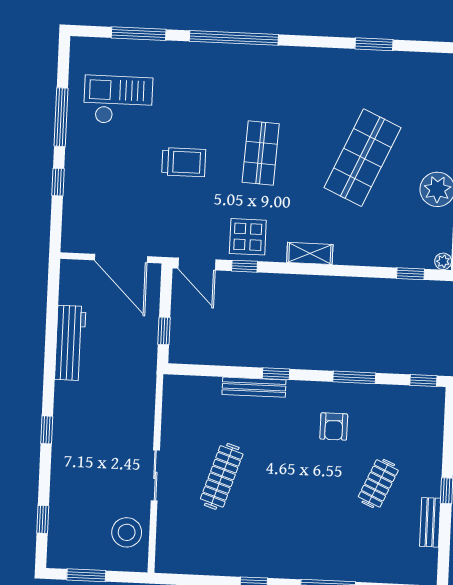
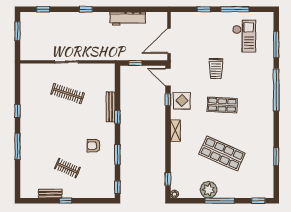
door: (197, 264) -> (168, 77), hinge flipped
stool: (127, 532) -> (39, 49), removed

